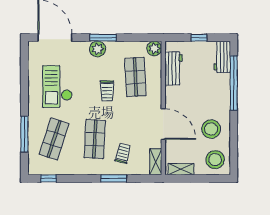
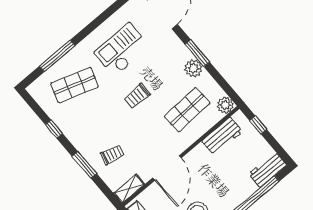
window: (199, 38) -> (258, 125), moved
plant: (98, 49) -> (193, 68), moved
trolley: (107, 91) -> (137, 96), moved
shop shelf: (95, 139) -> (104, 120), removed
window: (49, 178) -> (54, 129), moved

